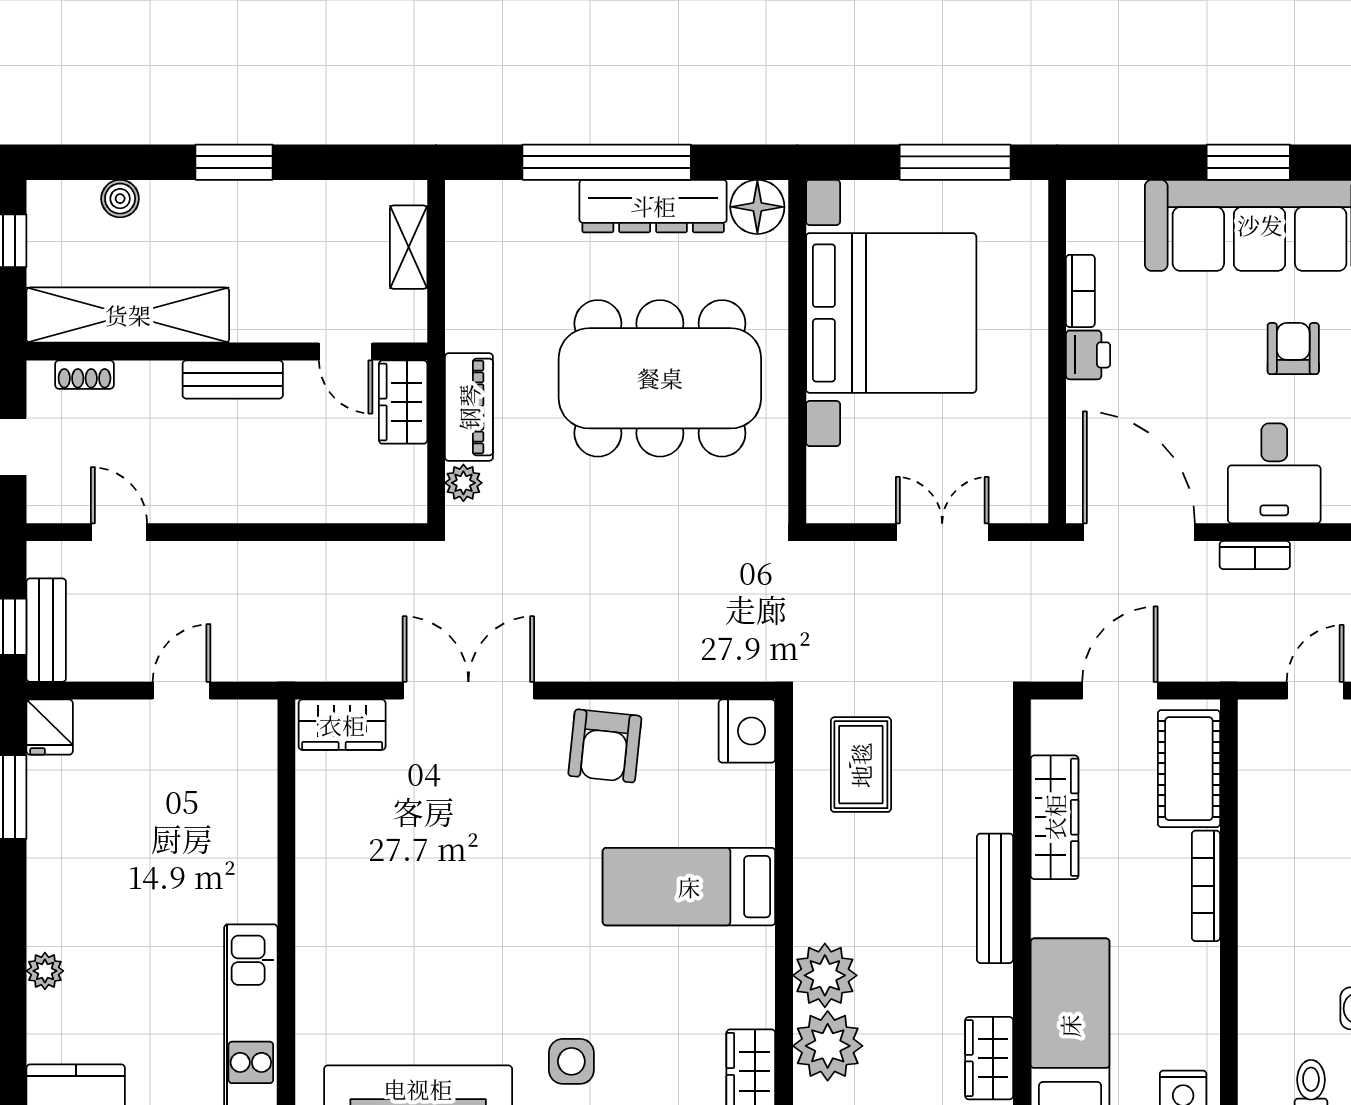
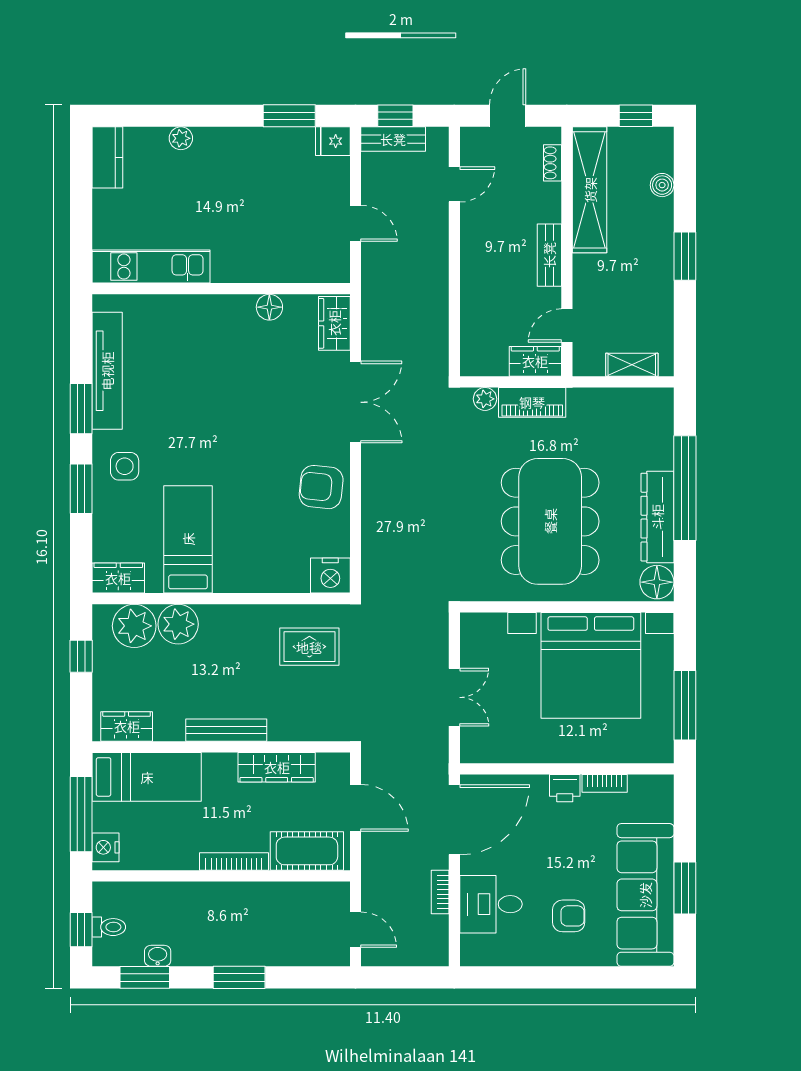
floor lamp: (316, 829) -> (269, 307), added
bed: (689, 887) -> (188, 539), moved

